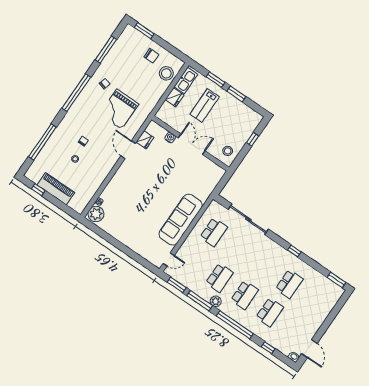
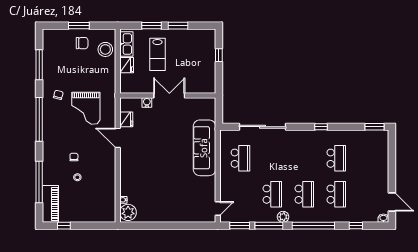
window: (144, 31) -> (79, 26), moved
stool: (228, 151) -> (204, 80), removed
piano: (56, 189) -> (50, 204), moved, turned 90
sofa: (181, 220) -> (204, 148), moved

